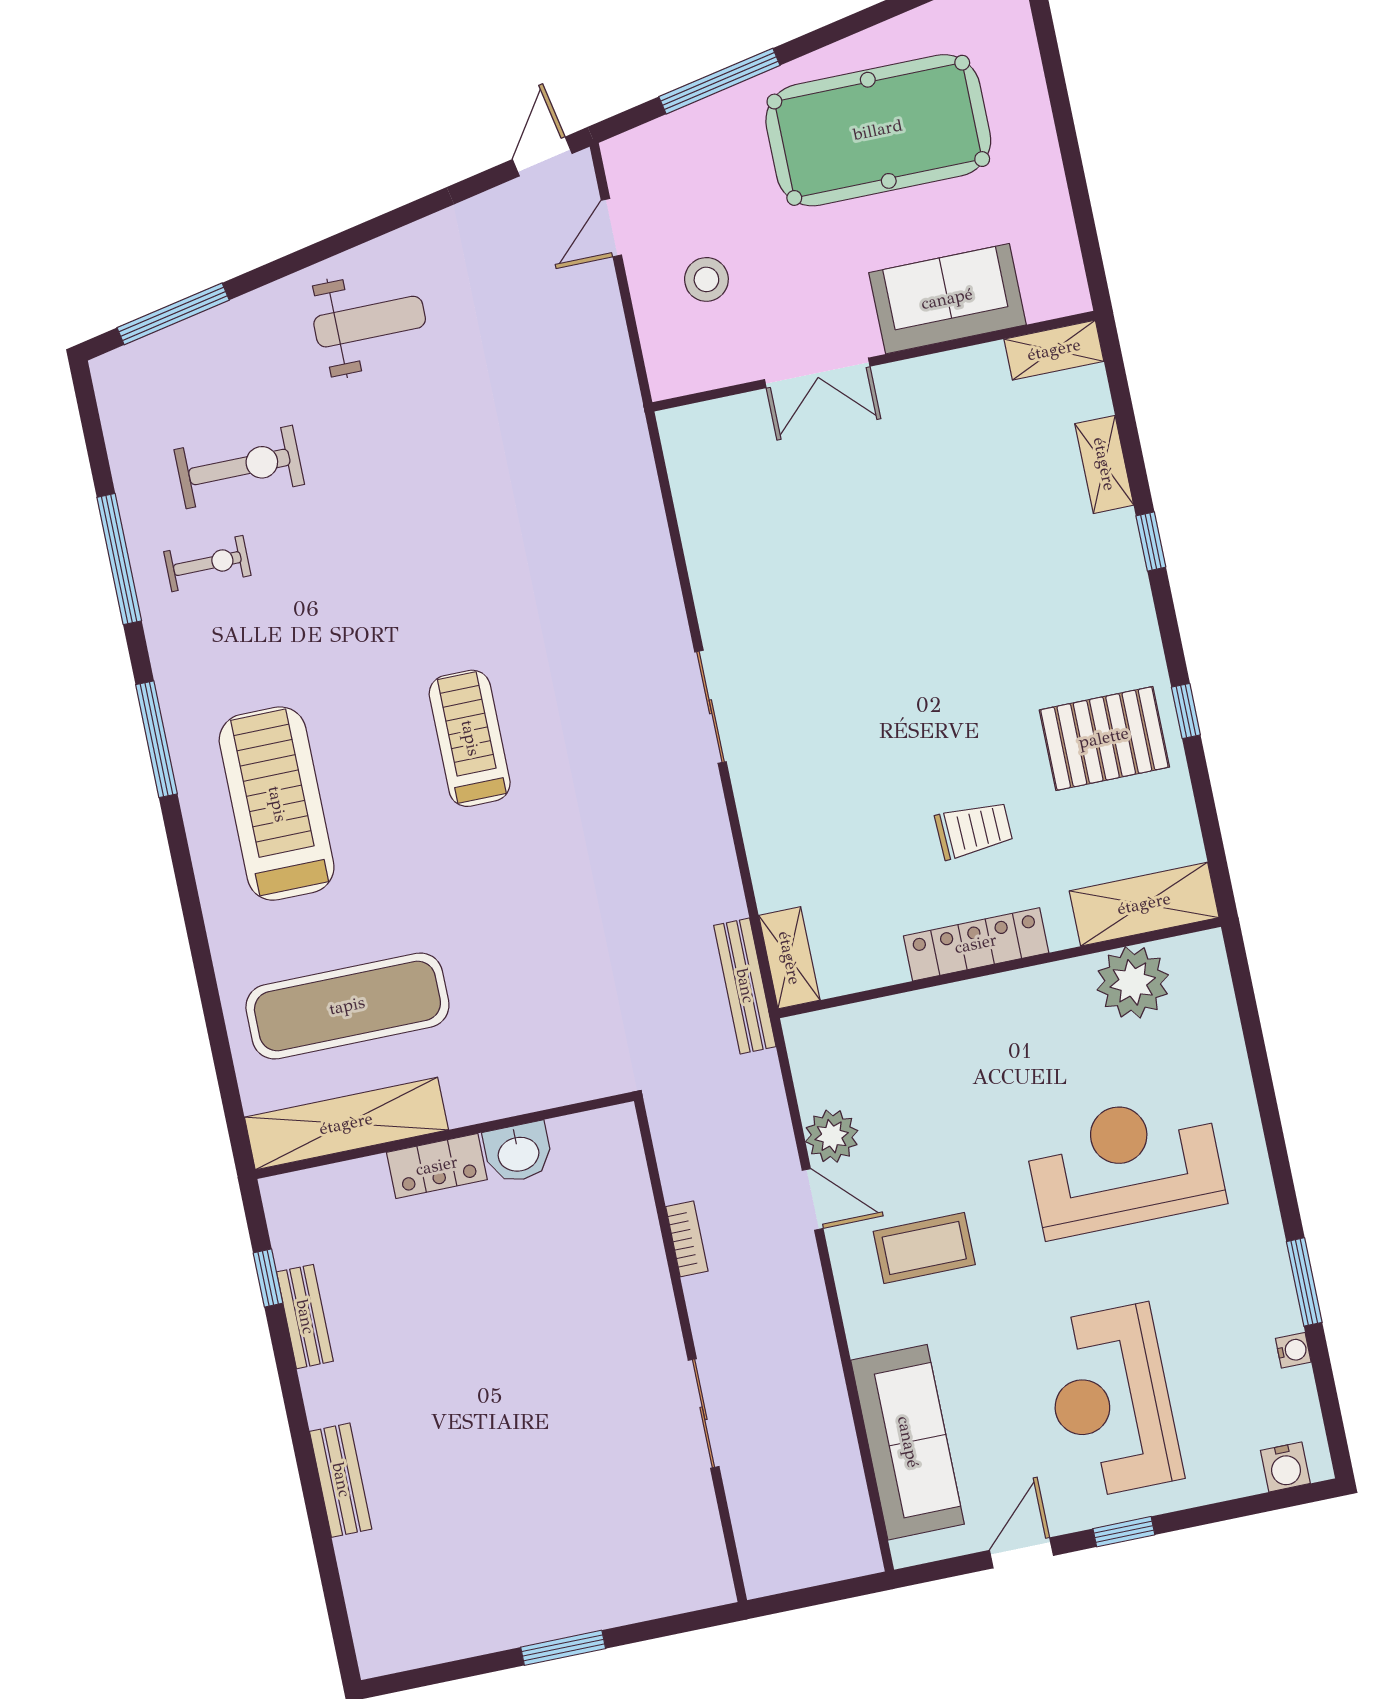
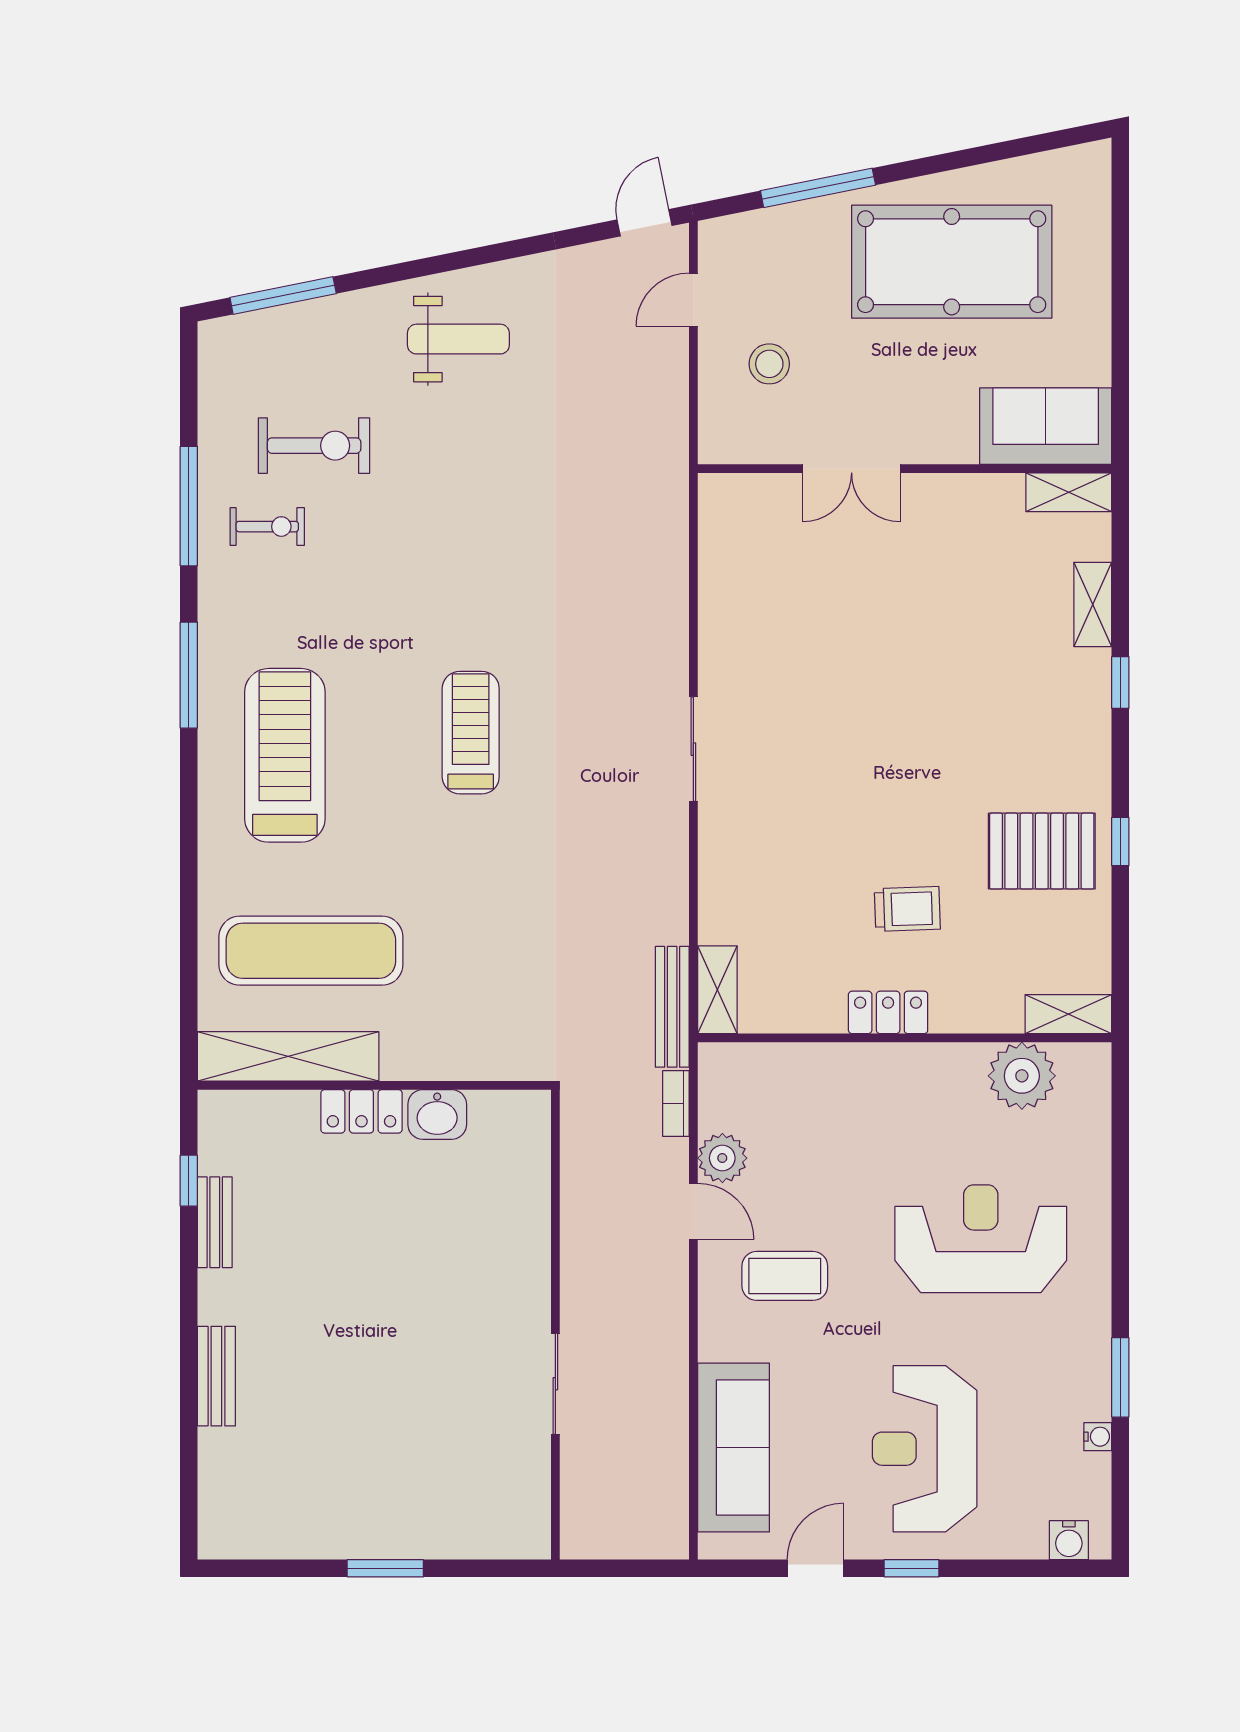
sofa: (947, 299) -> (1046, 426), moved
shelving: (1144, 904) -> (1068, 1014), width x0.67, depth x0.75
locker: (976, 944) -> (888, 1012), width x0.66
bookcase: (687, 1239) -> (676, 1104), moved, turned 180

